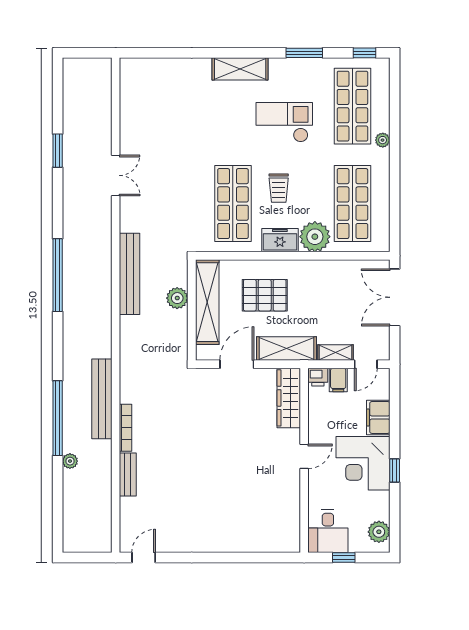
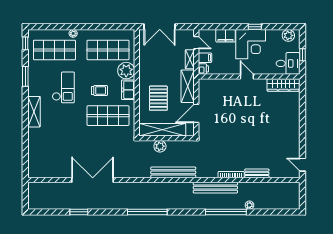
checkout: (284, 122) -> (63, 87), turned 180
double door: (116, 175) -> (93, 180), width x1.87
bench: (130, 274) -> (173, 172), moved
door: (237, 364) -> (196, 113), hinge flipped
wardrobe: (289, 398) -> (283, 85), moved

